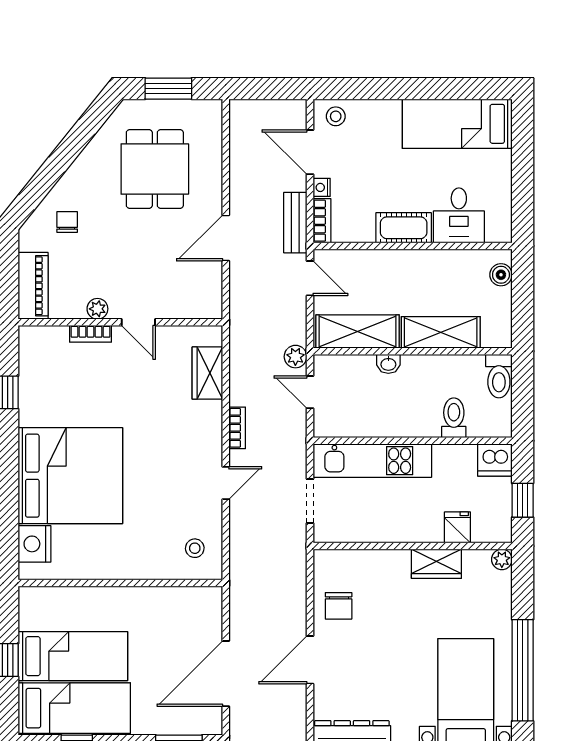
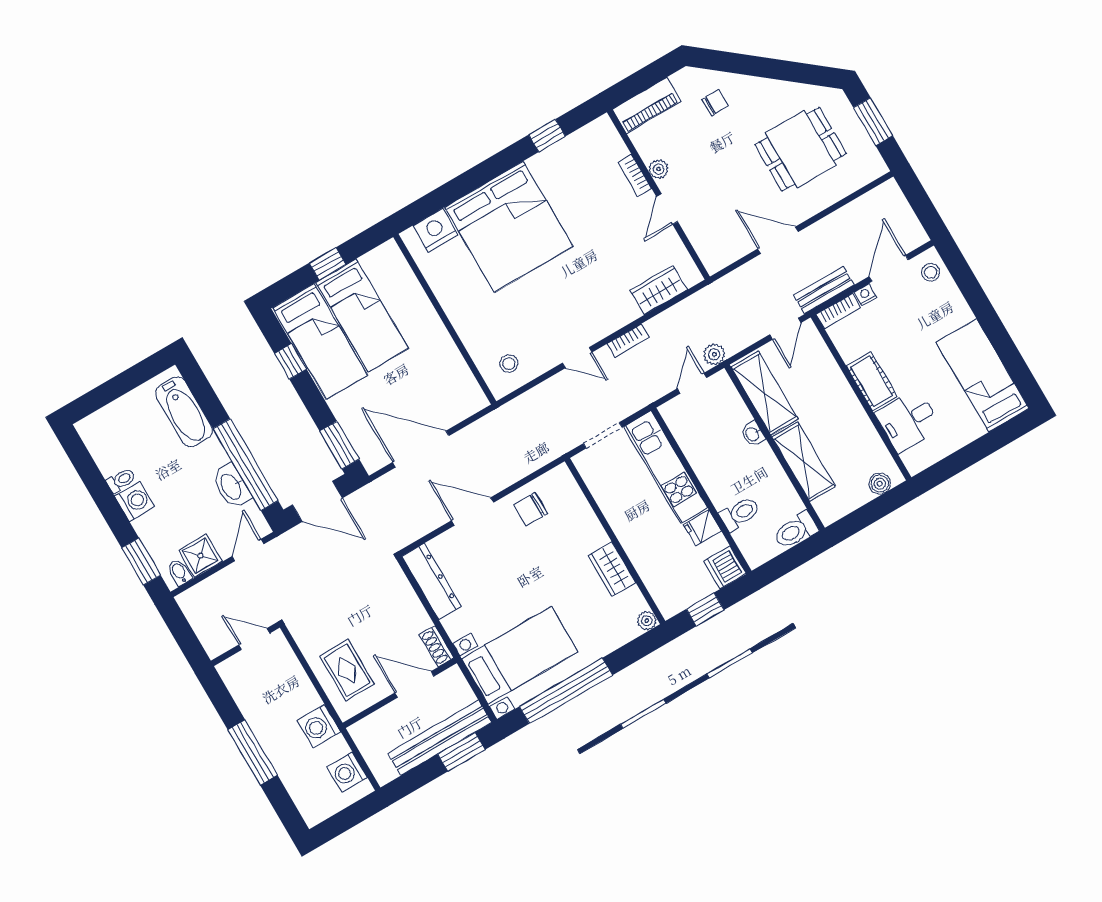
fridge: (457, 527) -> (702, 528), moved, turned 180

